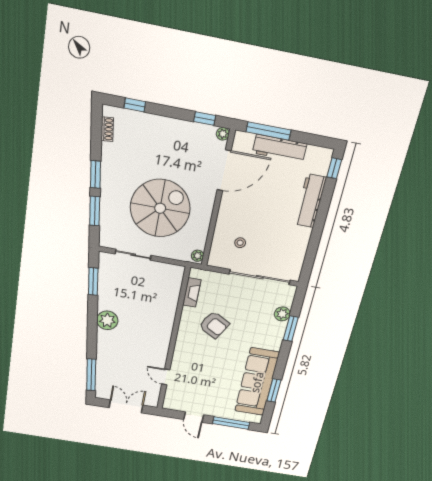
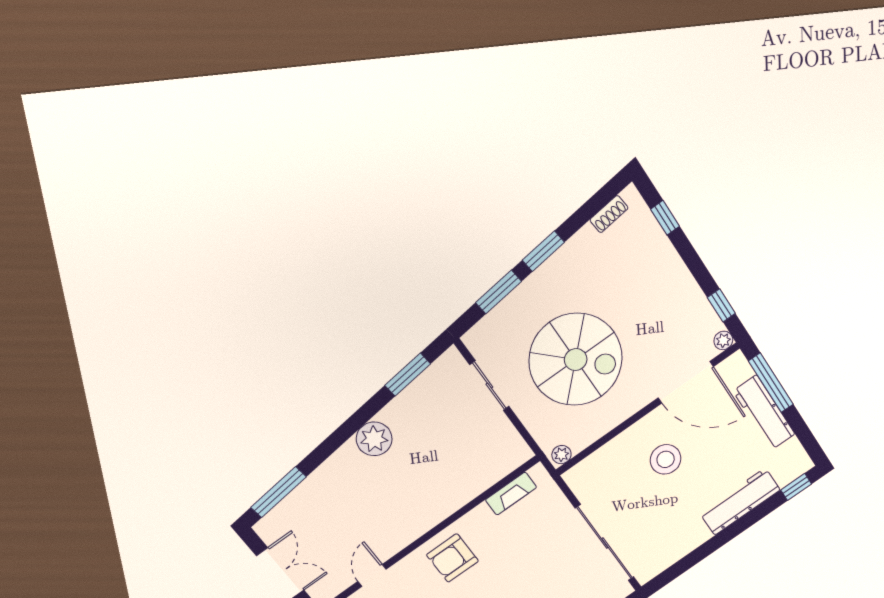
stool: (240, 243) -> (666, 459), moved, width x1.89, depth x1.89
armchair: (214, 325) -> (453, 558), moved, turned 61

